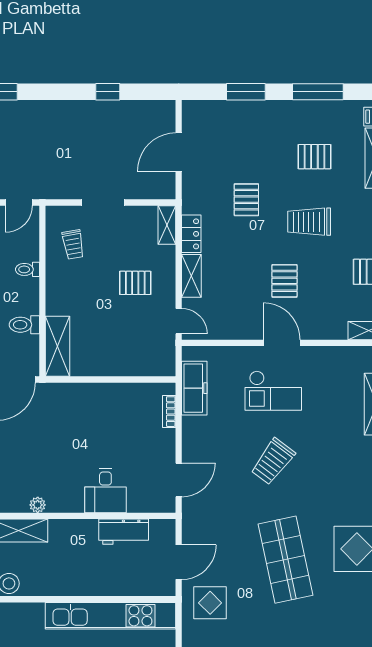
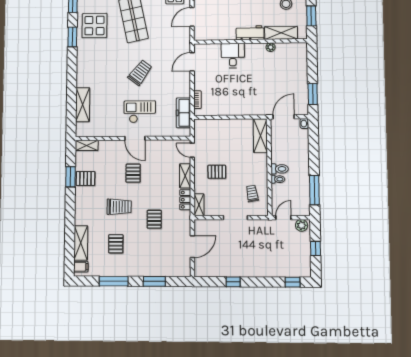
pallet: (314, 157) -> (116, 244), turned 90
toilet: (24, 325) -> (280, 169), moved
workbench: (124, 532) -> (250, 33), moved

